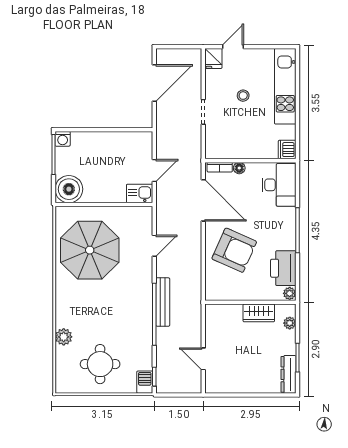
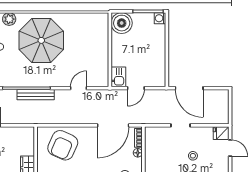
door: (154, 83) -> (189, 88), moved
door: (154, 170) -> (136, 88), hinge flipped
door: (154, 246) -> (79, 88), swing flipped
parasol: (90, 250) -> (41, 40), moved
armchair: (234, 250) -> (63, 145), moved

